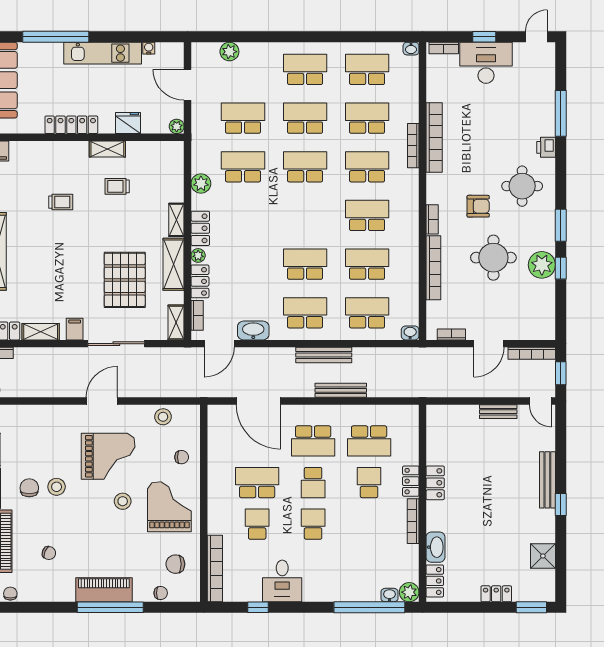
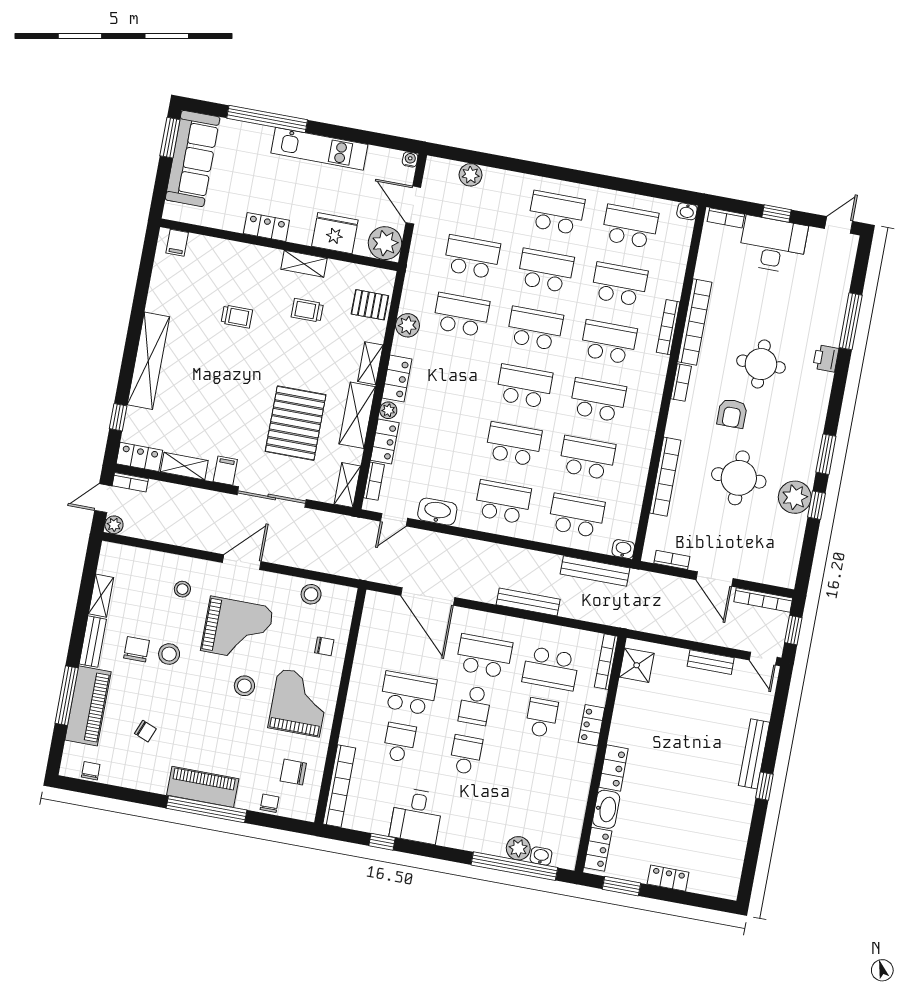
water cooler: (149, 48) -> (410, 159), moved
fridge: (128, 123) -> (335, 233), width x1.36, depth x1.34
locker: (71, 125) -> (266, 227), width x0.66
plant: (177, 126) -> (385, 243), width x1.87, depth x1.87
pallet: (167, 172) -> (370, 305), added
round table: (522, 186) -> (761, 364), moved
armchair: (478, 206) -> (732, 413), turned 90
school desk: (305, 215) -> (524, 386), added
bookcase: (432, 219) -> (681, 383), moved
door: (219, 344) -> (394, 520), width x0.73
door: (489, 344) -> (714, 579), hinge flipped
bench: (324, 355) -> (595, 571), moved
stool: (58, 432) -> (182, 589), added
school desk: (313, 441) -> (484, 656), turned 180
locker: (435, 483) -> (613, 768), moved
bookcase: (413, 521) -> (606, 662), moved
shower: (543, 556) -> (637, 665), moved
plant: (409, 592) -> (518, 848), moved
chair: (161, 593) -> (269, 803), turned -90
window: (531, 607) -> (621, 886), moved

